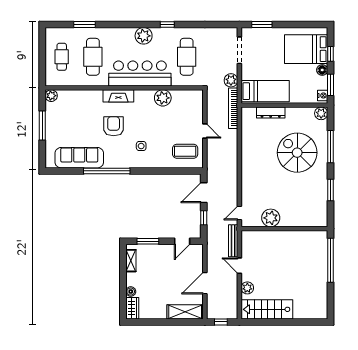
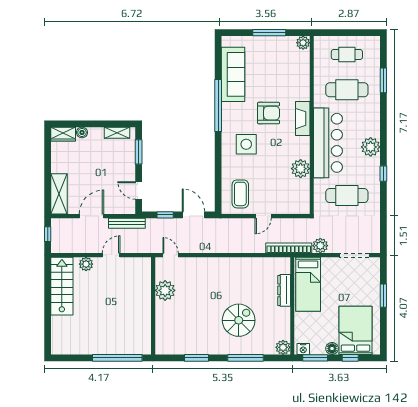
window: (262, 24) -> (383, 296), moved
side table: (141, 146) -> (246, 144), width x1.87, depth x1.87
spiral stairs: (297, 153) -> (239, 320), width x0.73, depth x0.73
bench: (233, 241) -> (127, 223), moved
door: (205, 283) -> (91, 216), hinge flipped

